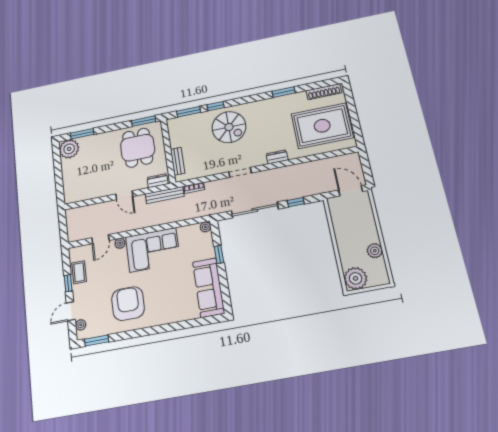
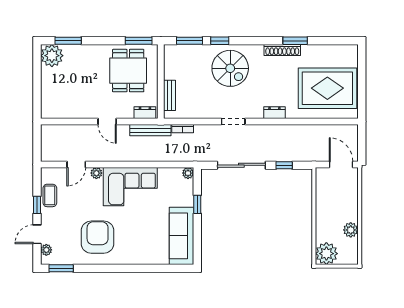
shoe rack: (324, 92) -> (282, 50), moved

